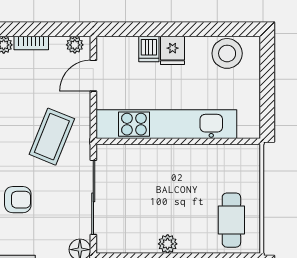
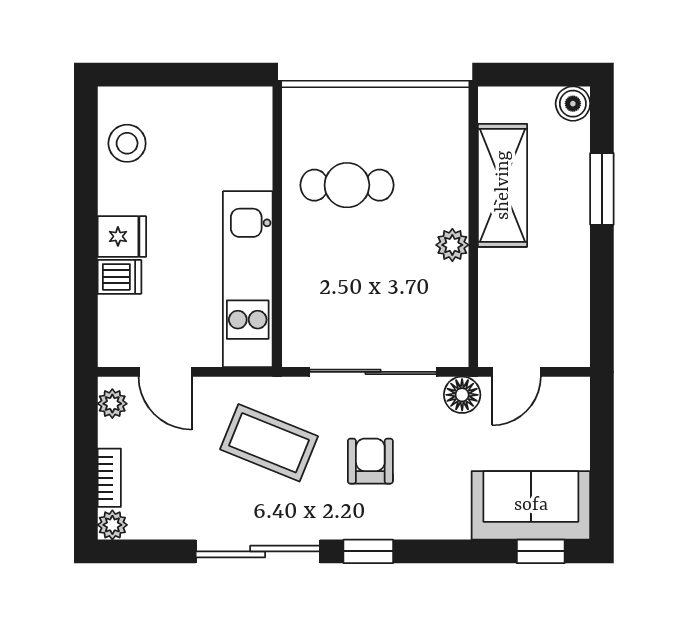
stool: (227, 53) -> (127, 143), width x0.73, depth x0.73
kitchen unit: (166, 124) -> (248, 279), width x0.73
armchair: (18, 200) -> (370, 461), moved
cafe table: (231, 220) -> (347, 185), moved

